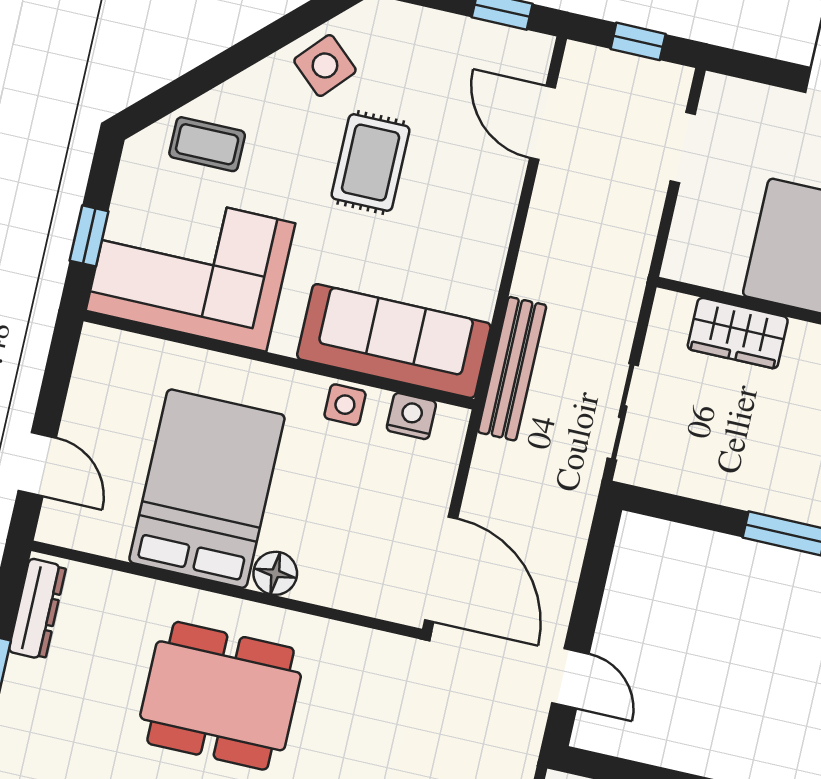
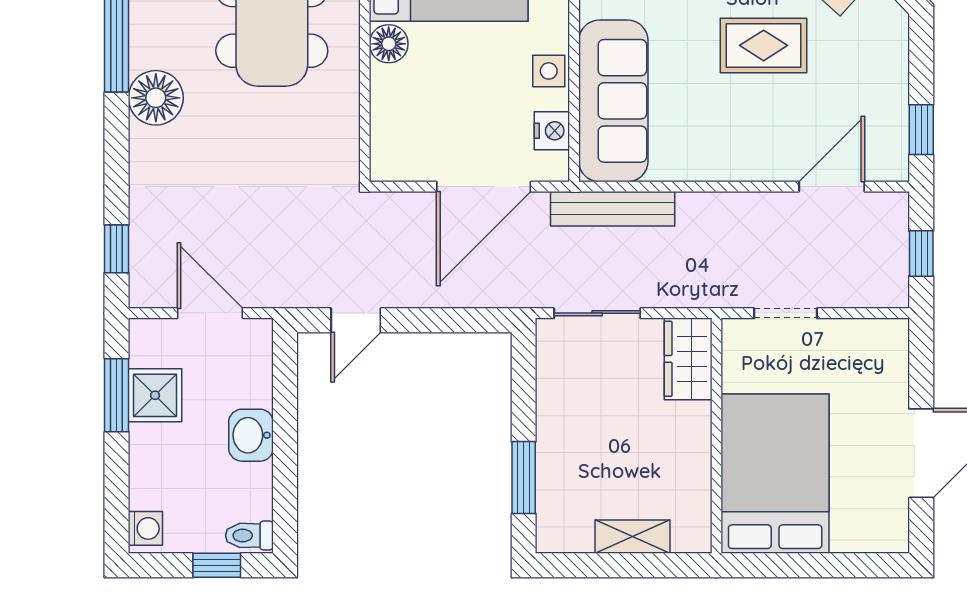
doorway: (683, 148) -> (785, 313), moved
wardrobe: (738, 333) -> (688, 359), moved
door: (441, 569) -> (484, 187), moved

